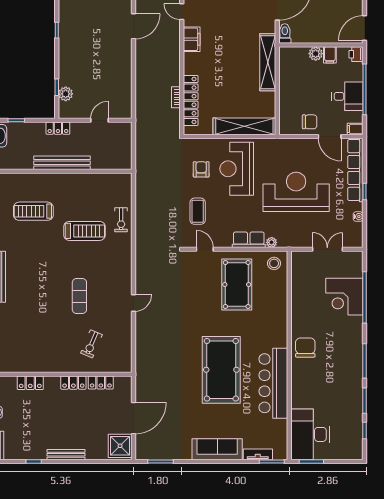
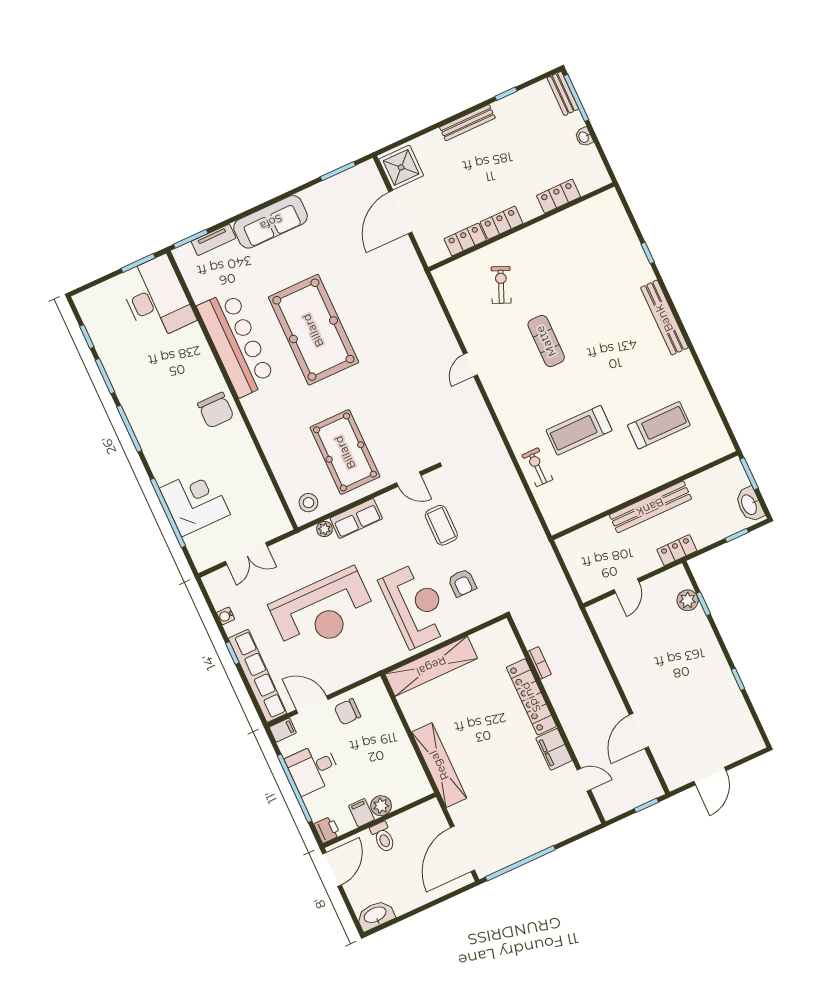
toilet: (285, 34) -> (383, 837), moved
locker: (191, 100) -> (531, 697), moved

